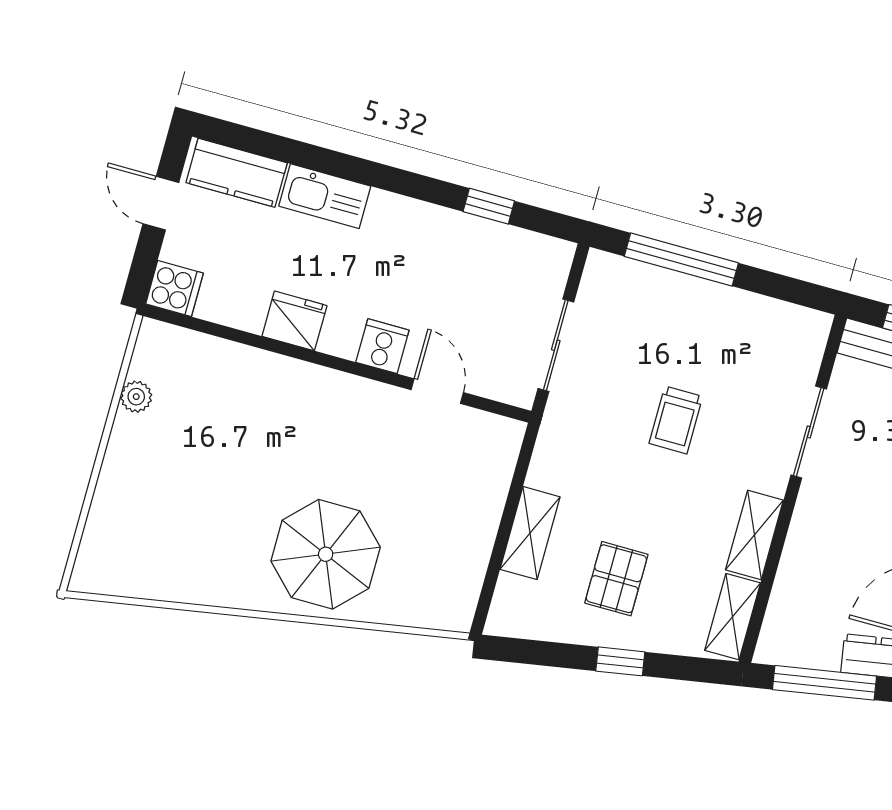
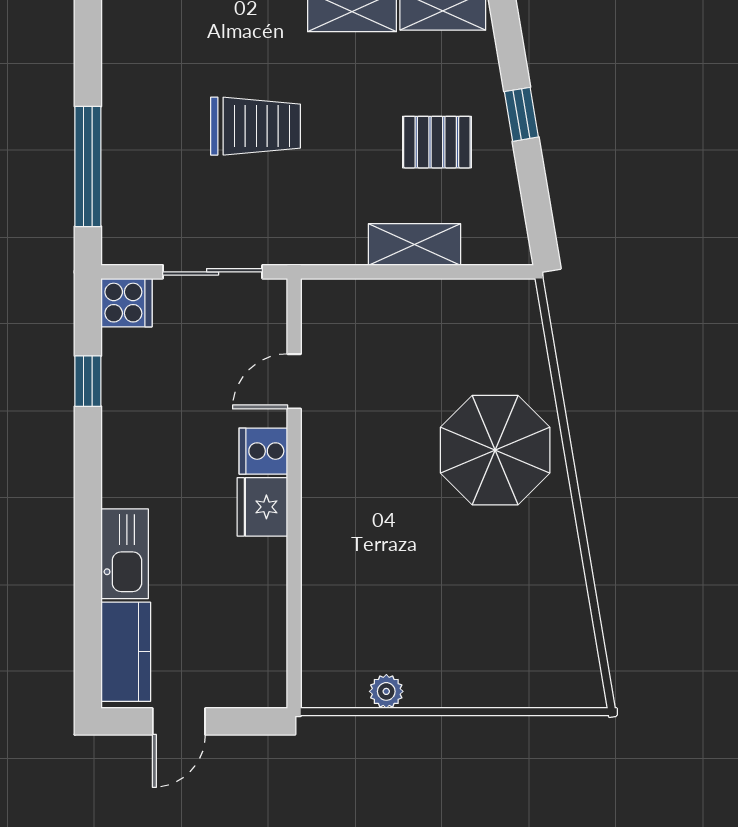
cooker: (174, 289) -> (126, 303), moved, turned 90
fridge: (294, 321) -> (262, 507), moved
trolley: (676, 420) -> (255, 126), width x1.36, depth x1.39

